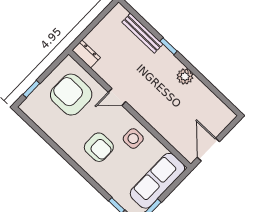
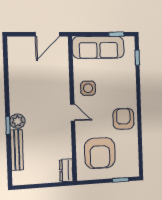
plant: (185, 76) -> (17, 121), moved
door: (117, 97) -> (73, 112), moved
armchair: (99, 147) -> (123, 119), moved

